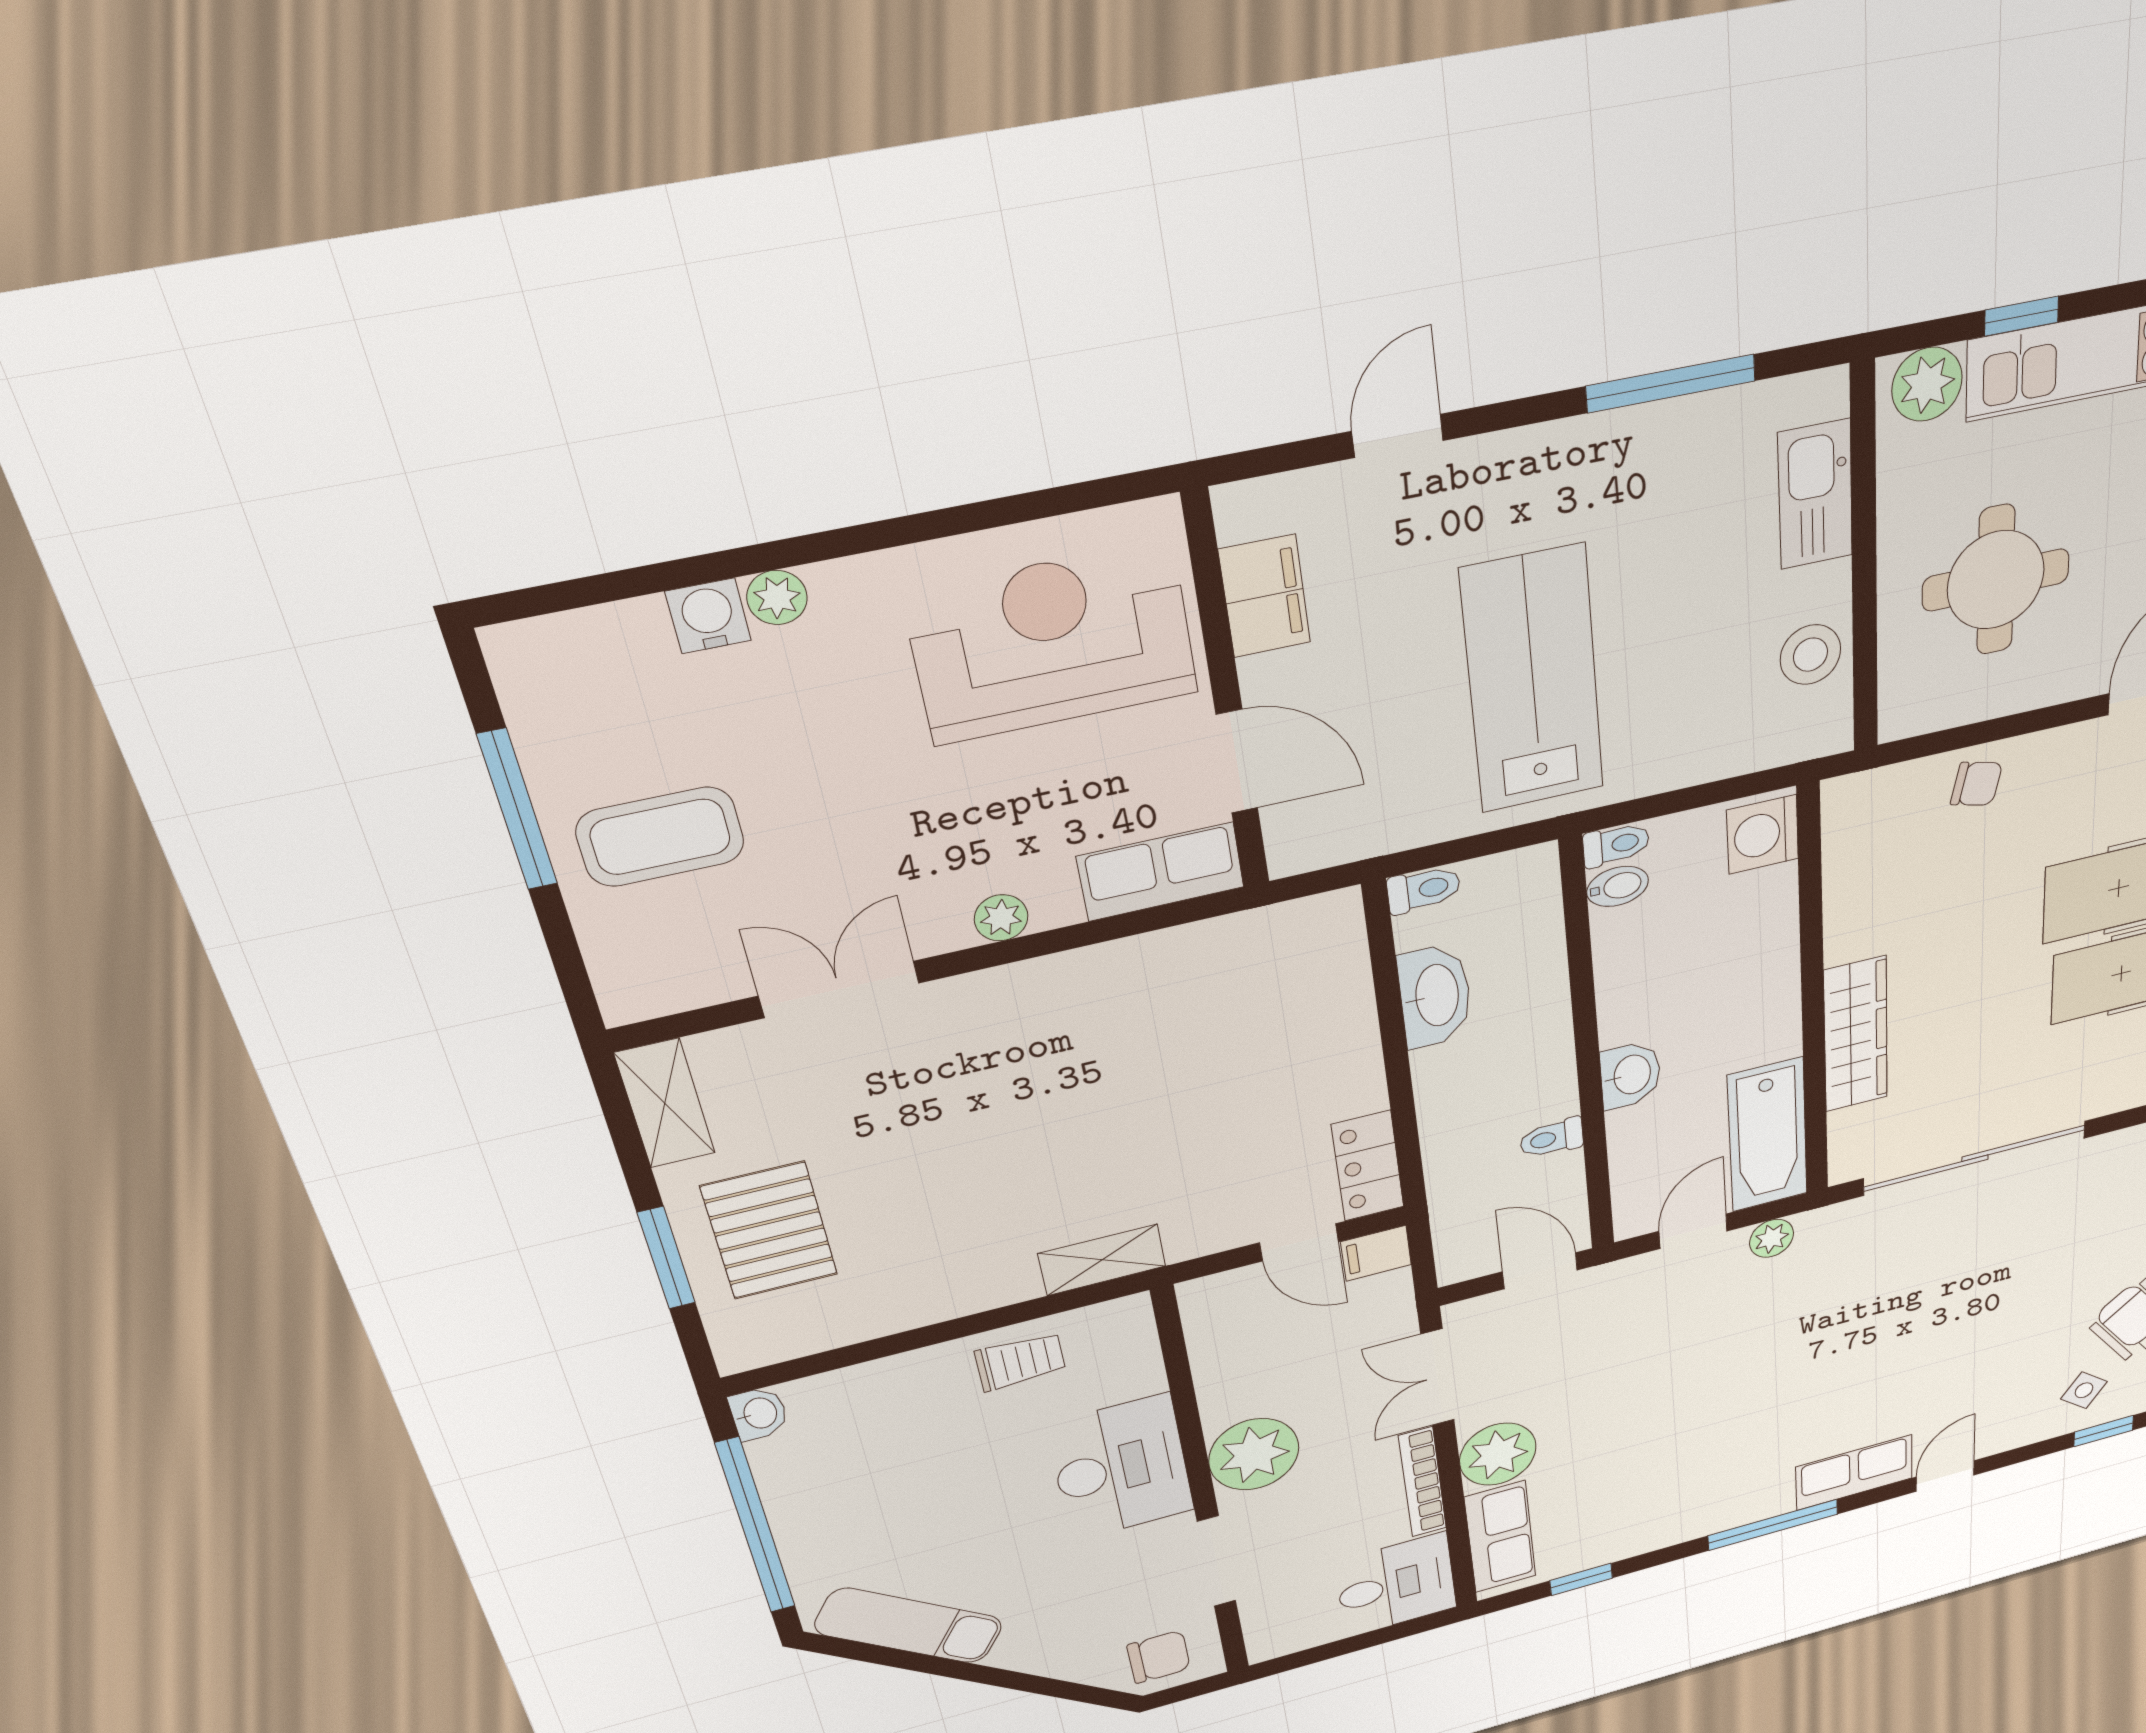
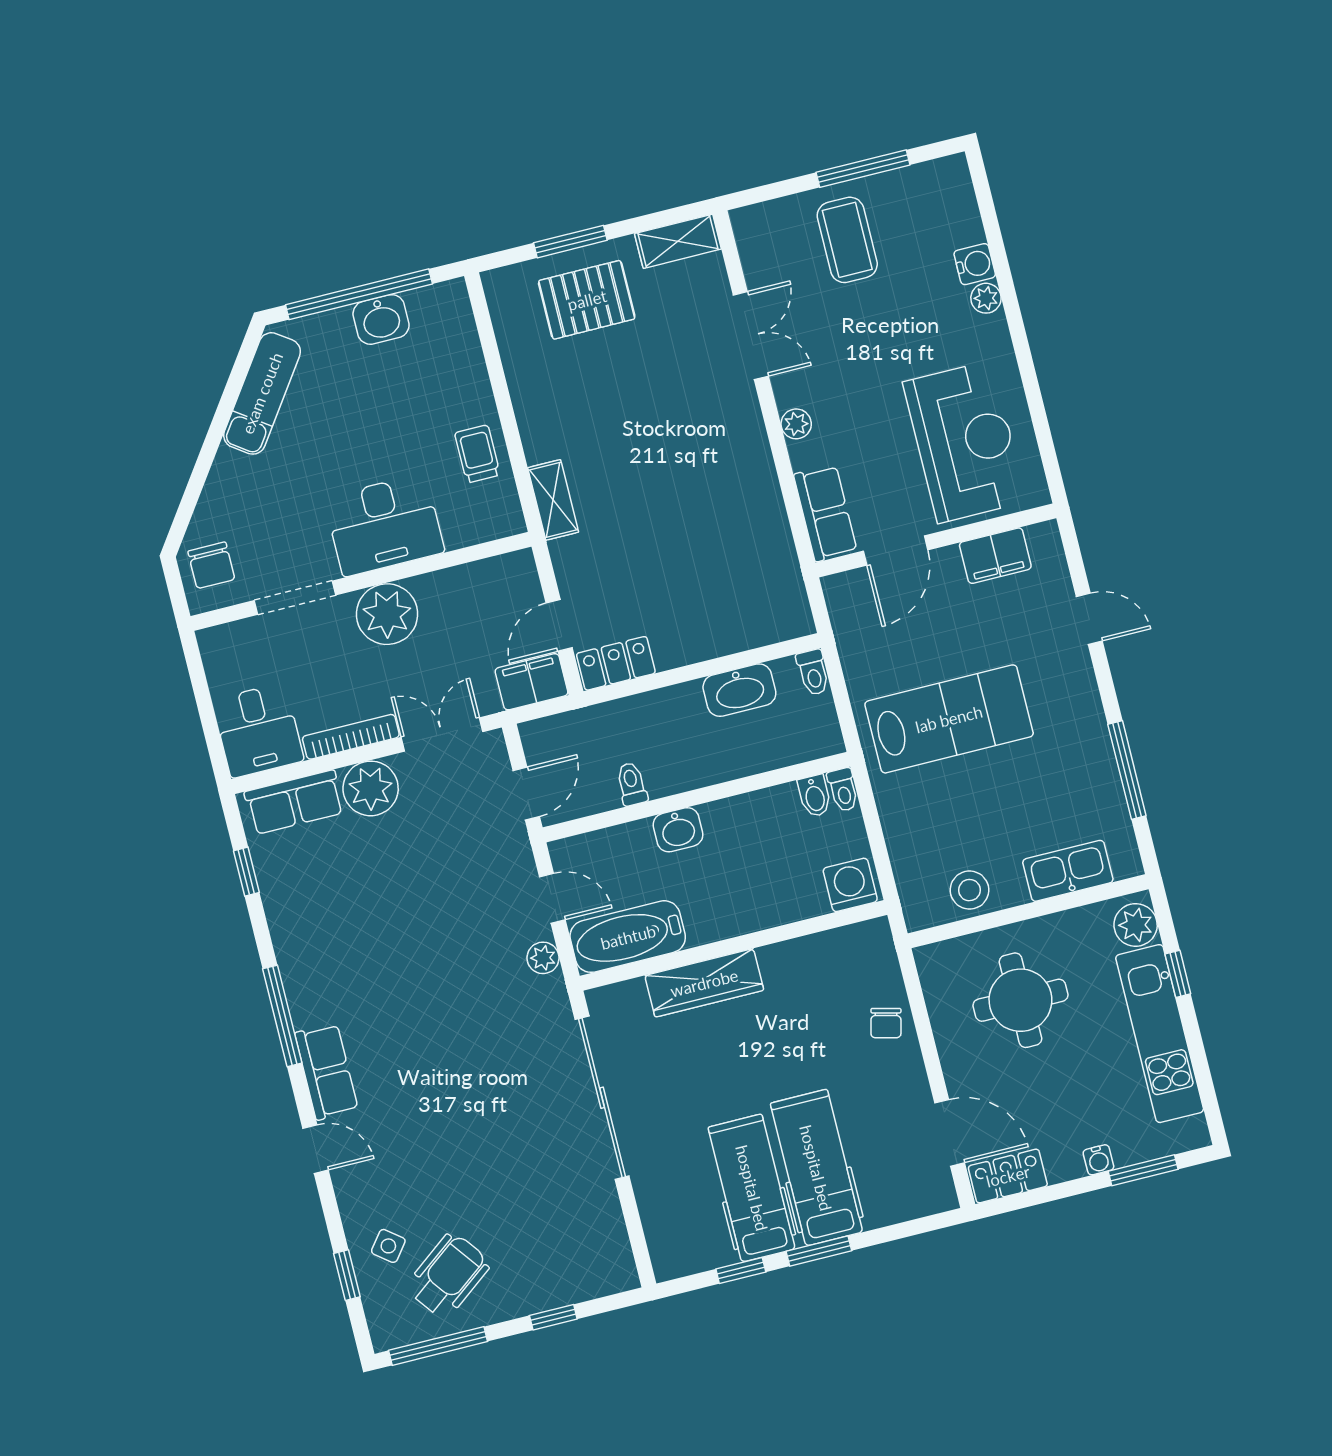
filing cabinet: (1376, 1253) -> (532, 682), width x2.00
trolley: (1020, 1361) -> (477, 454), turned 180
washbasin: (759, 1413) -> (381, 319), moved, width x1.38, depth x1.45

